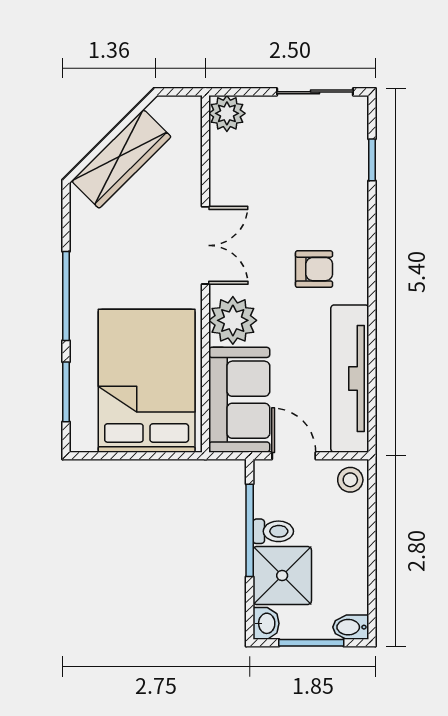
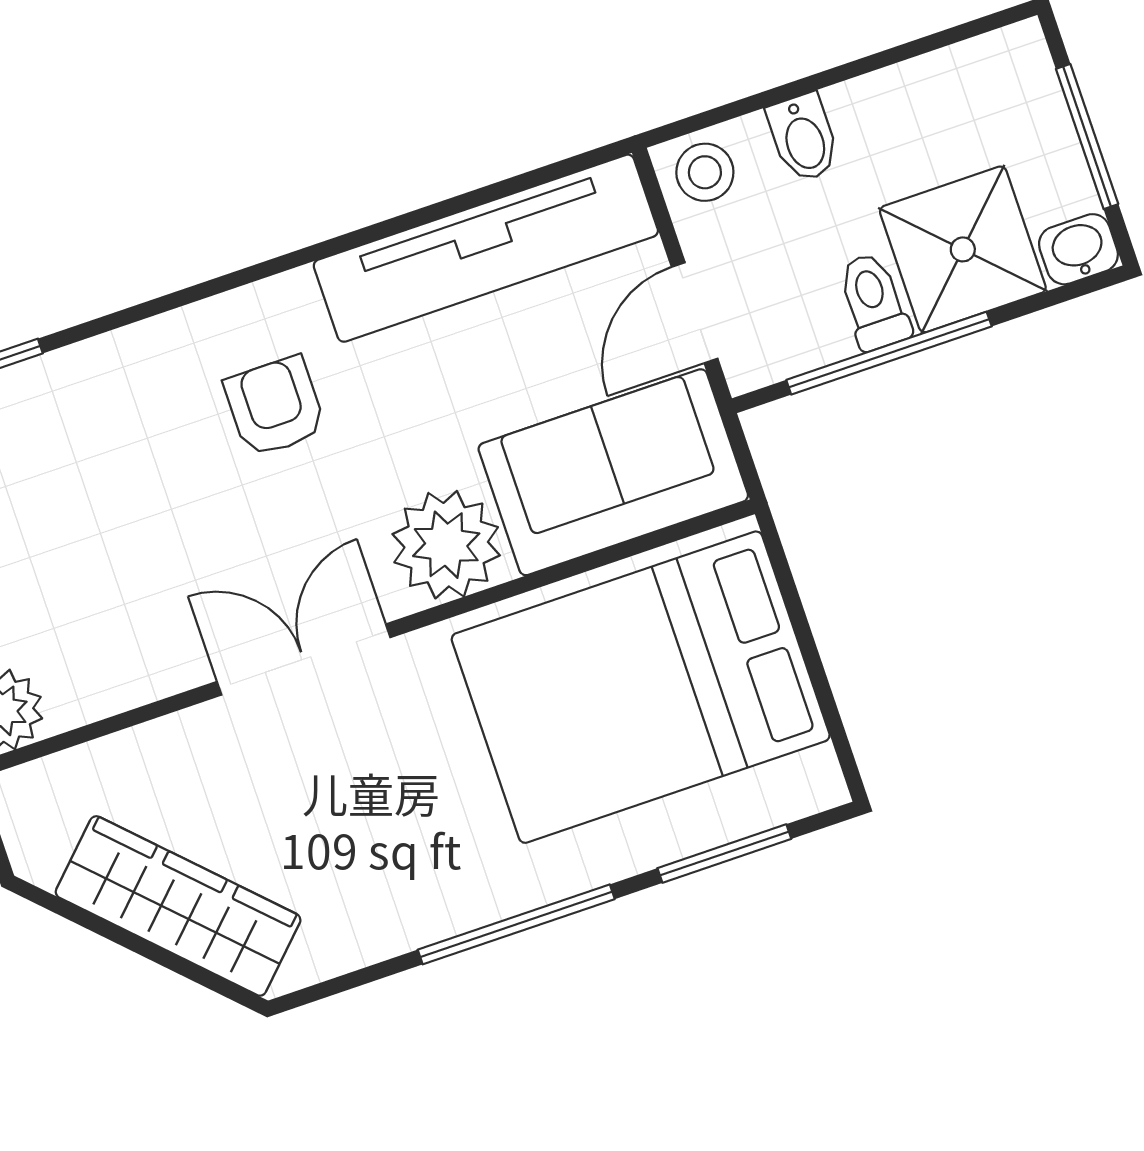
bidet: (351, 627) -> (803, 138), moved

